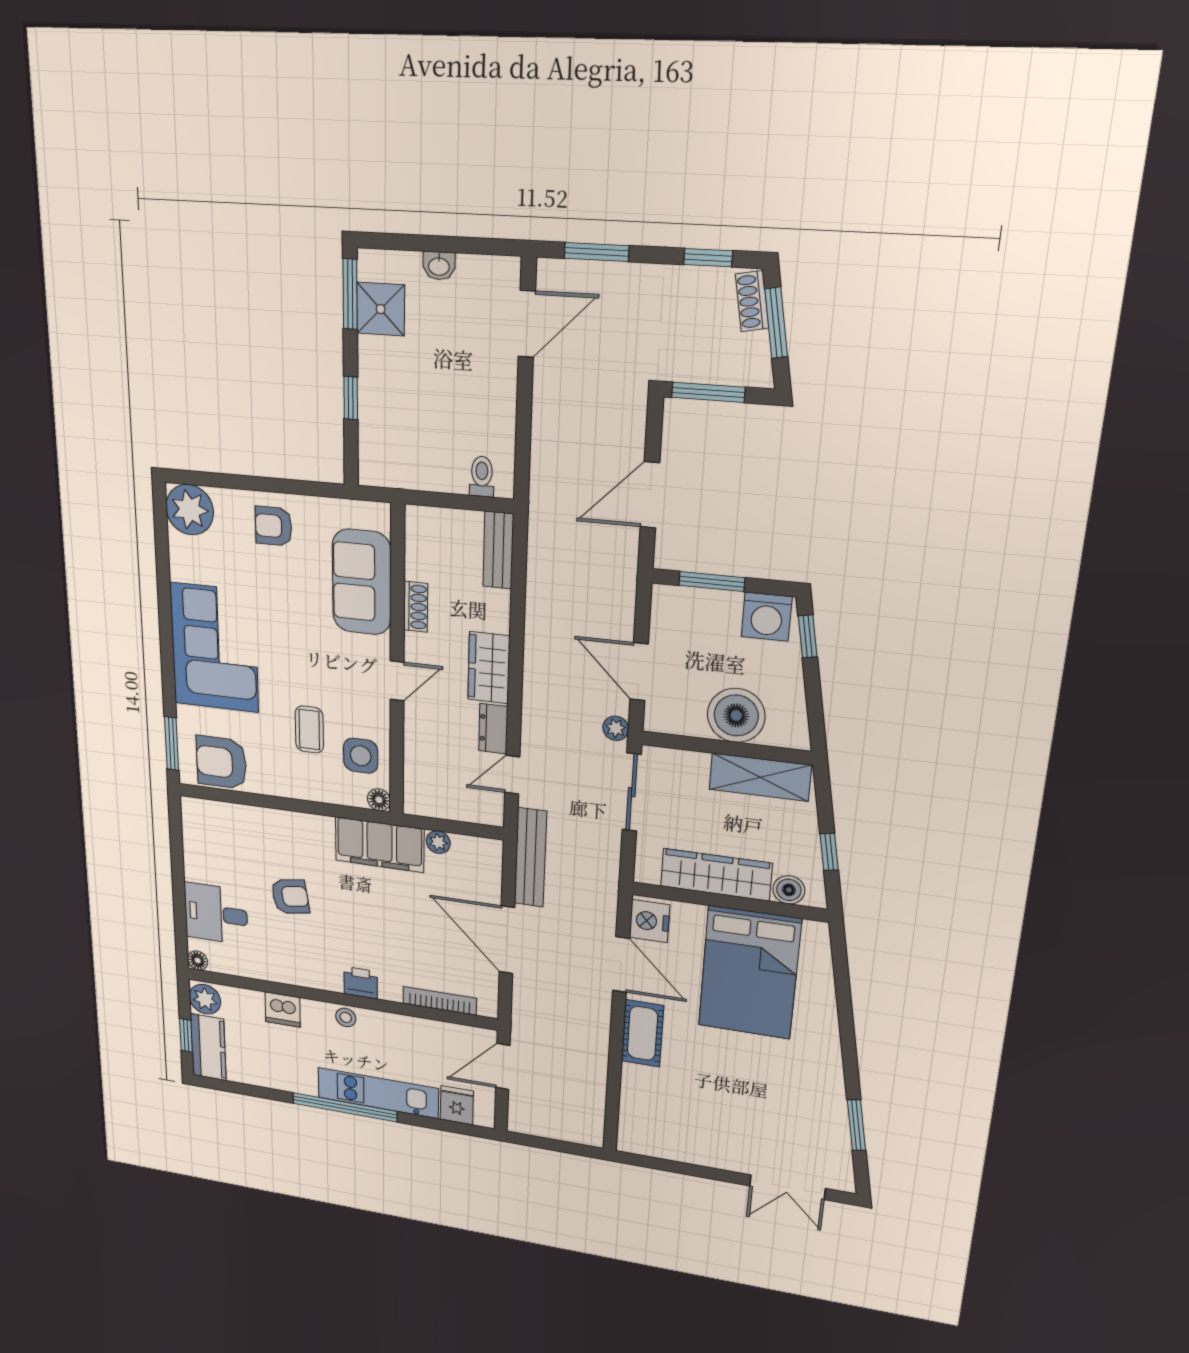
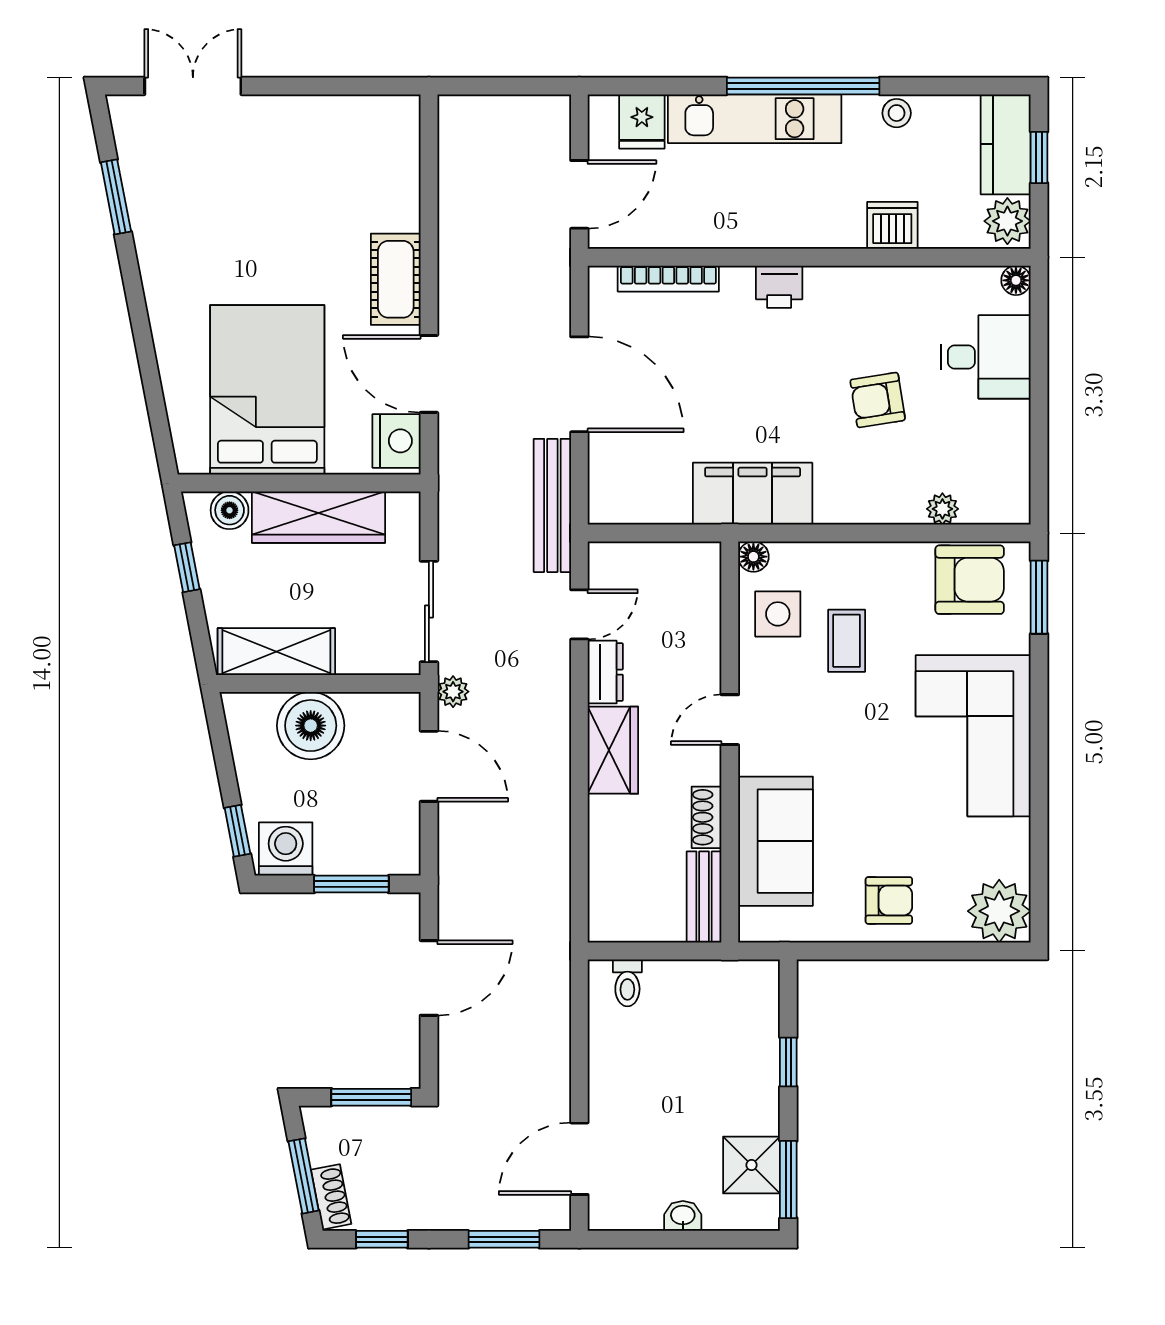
bench: (498, 550) -> (704, 897), moved
plant: (438, 842) -> (942, 509), moved
stool: (346, 1017) -> (897, 113), moved

